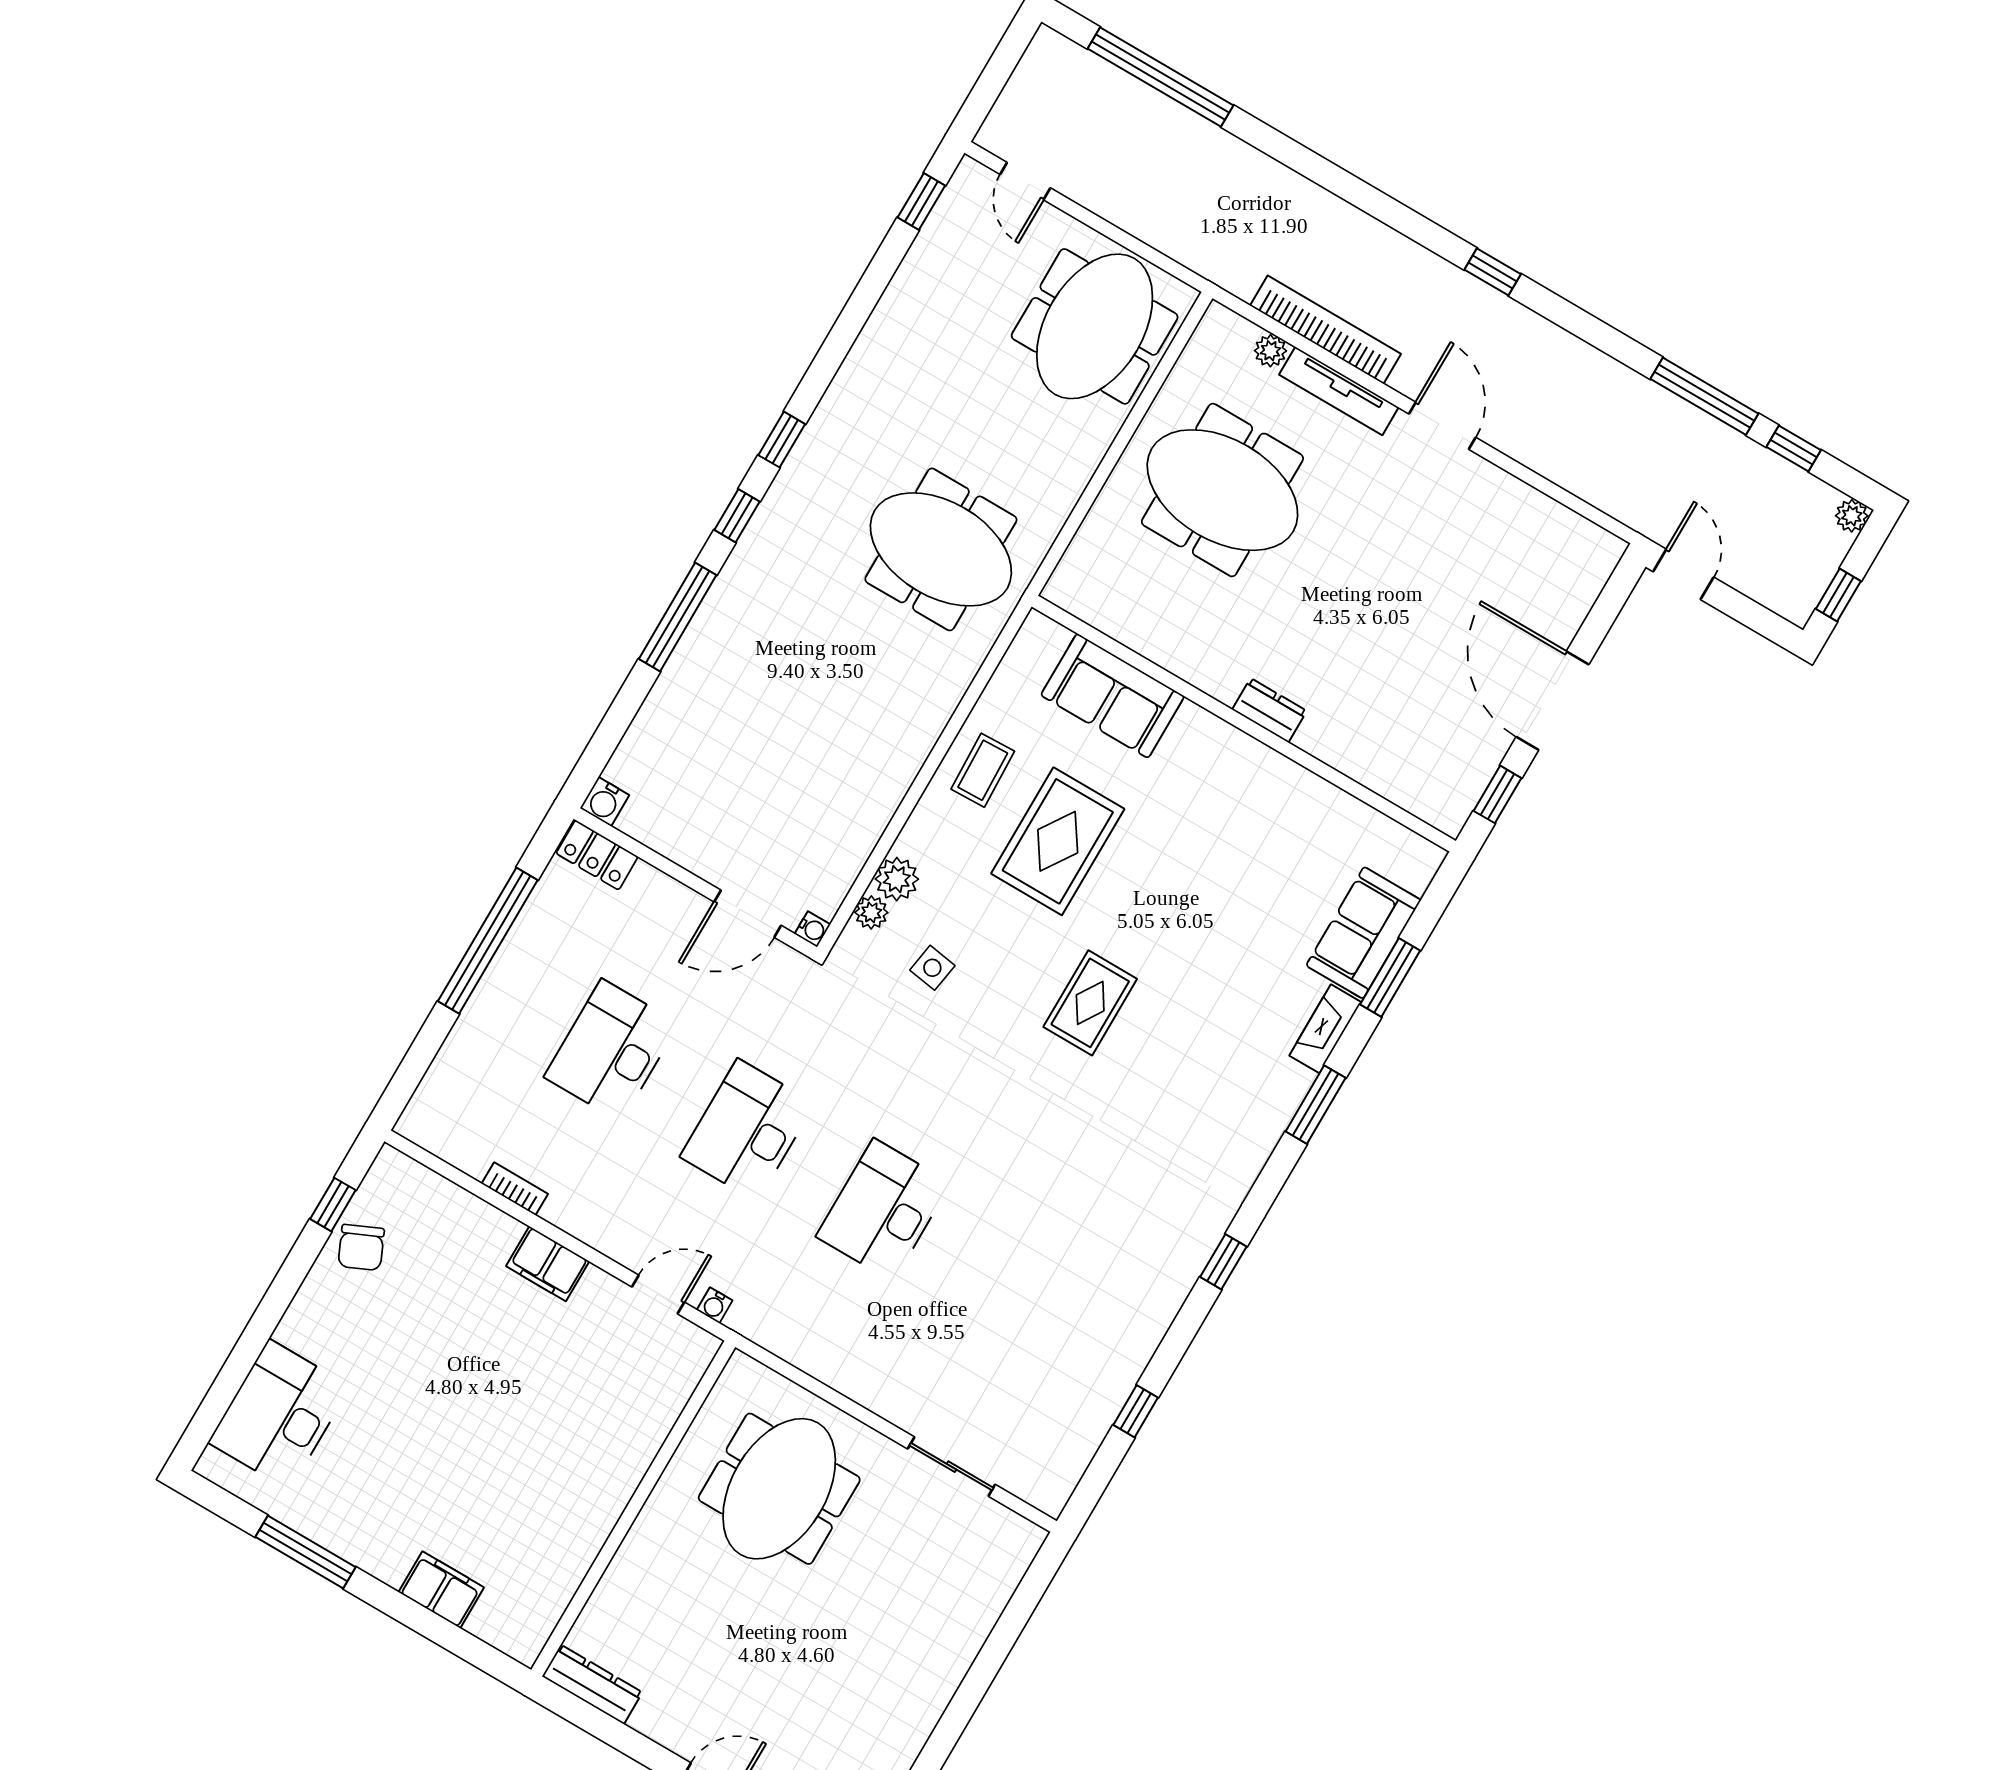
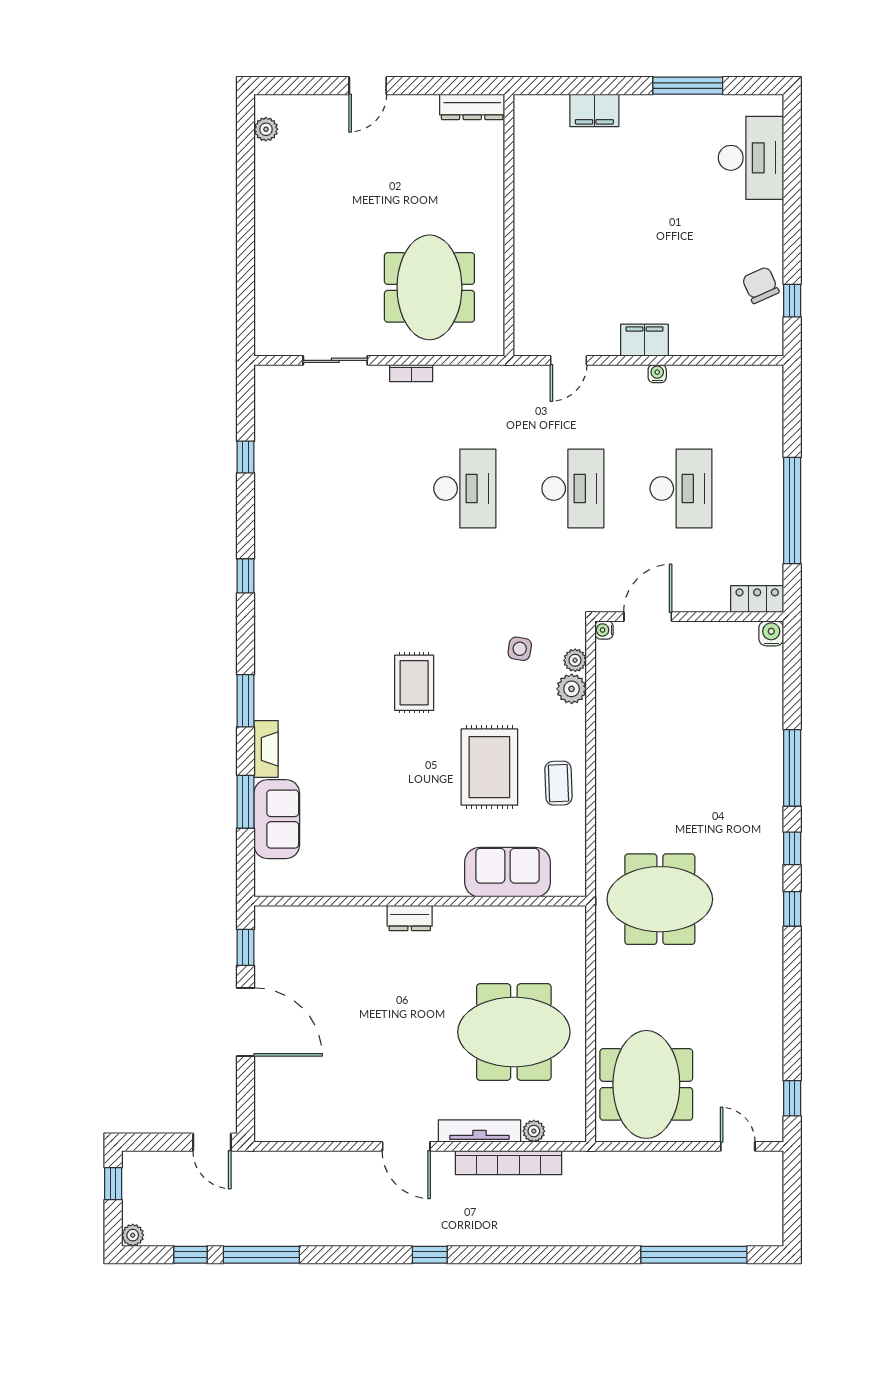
bookcase: (515, 1189) -> (411, 373), moved
water cooler: (715, 1305) -> (657, 374), moved

